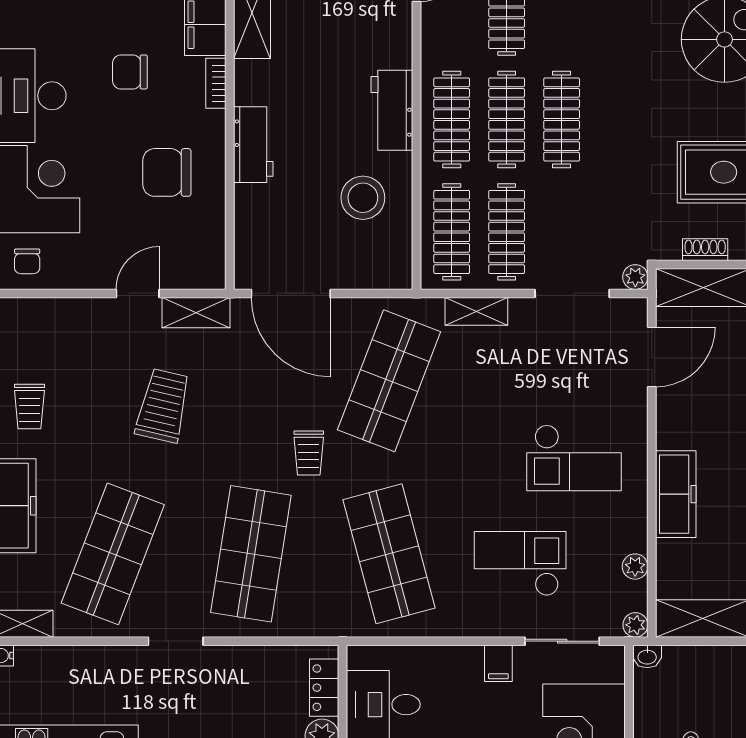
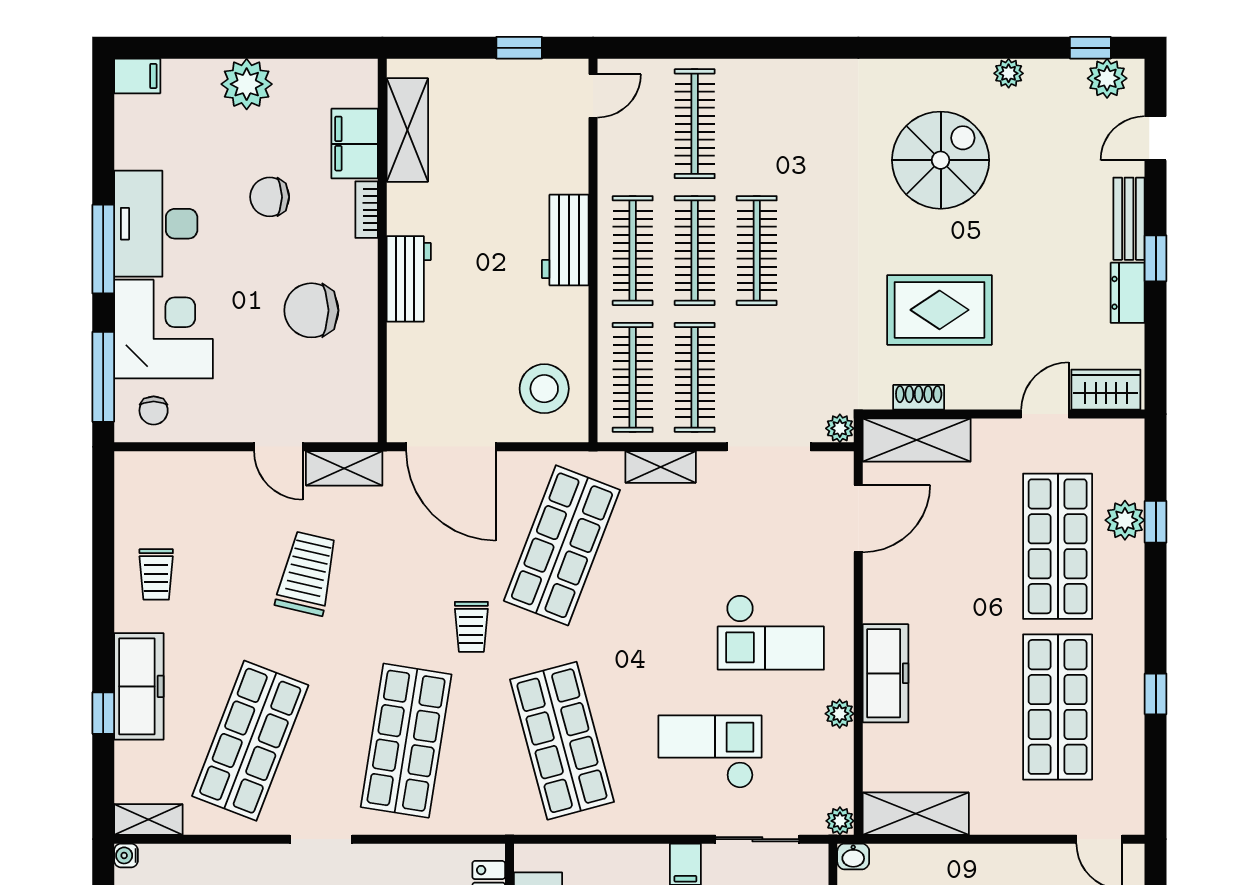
stool: (363, 198) -> (544, 389), moved
door: (138, 293) -> (278, 447), swing flipped
plant: (635, 567) -> (840, 714), moved

